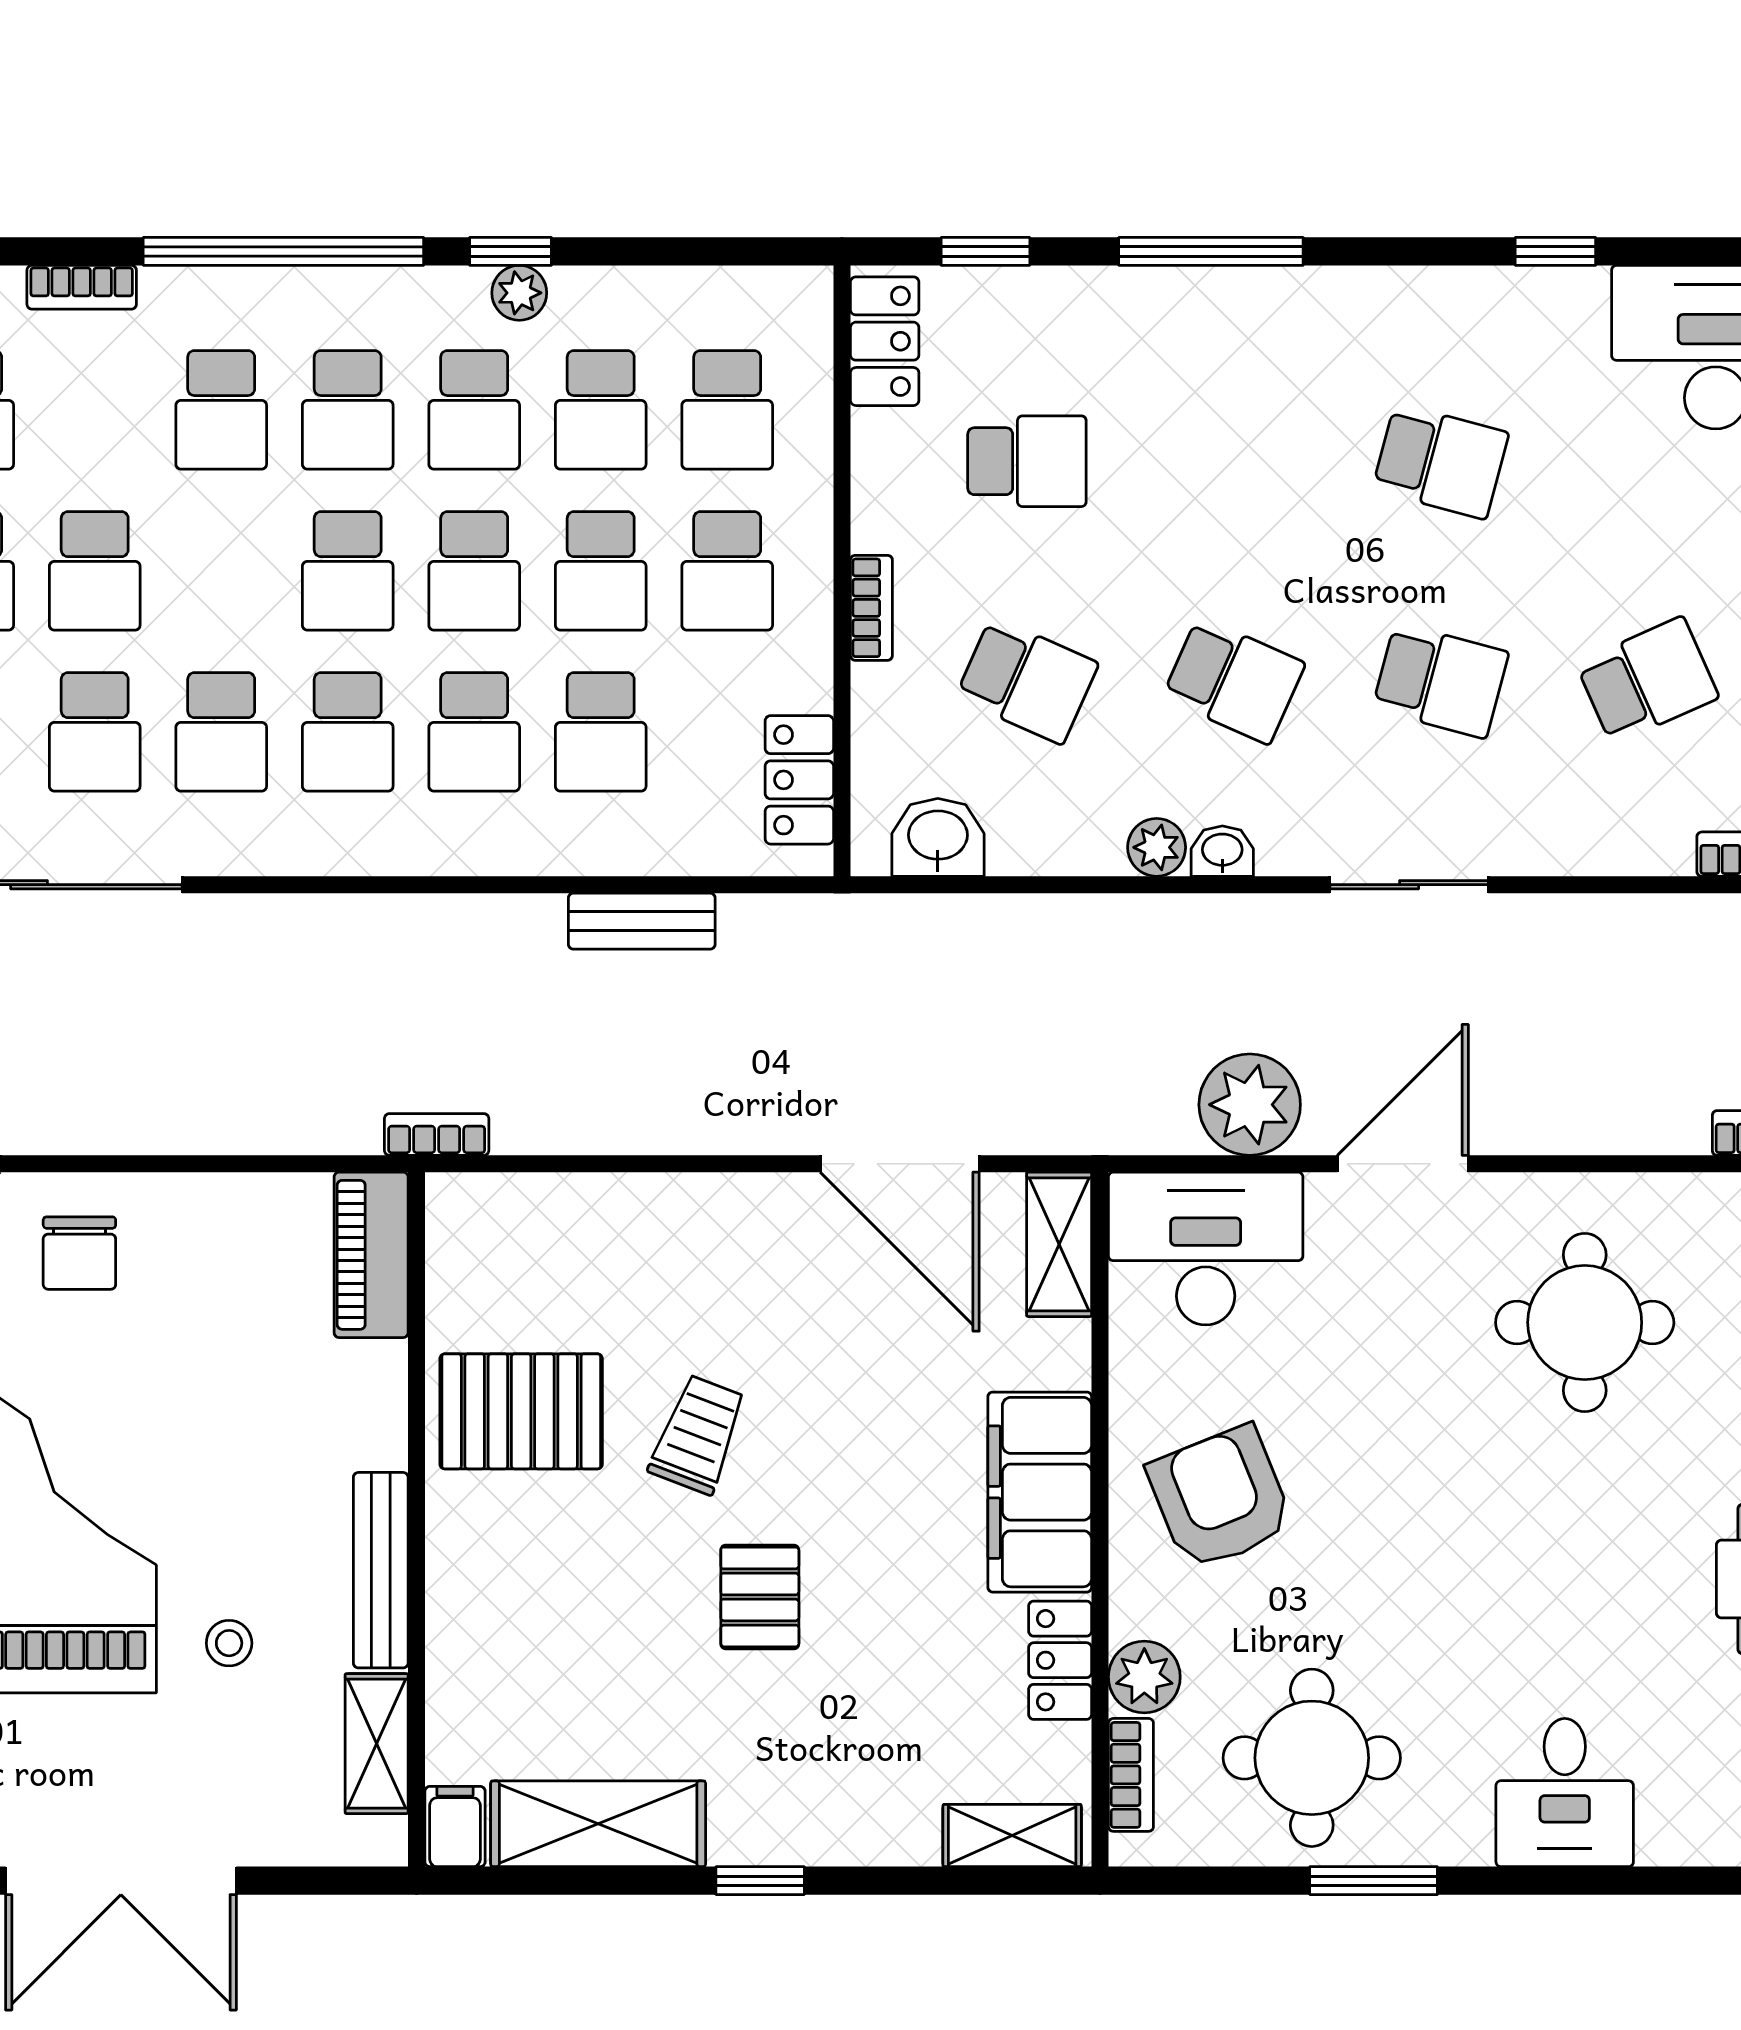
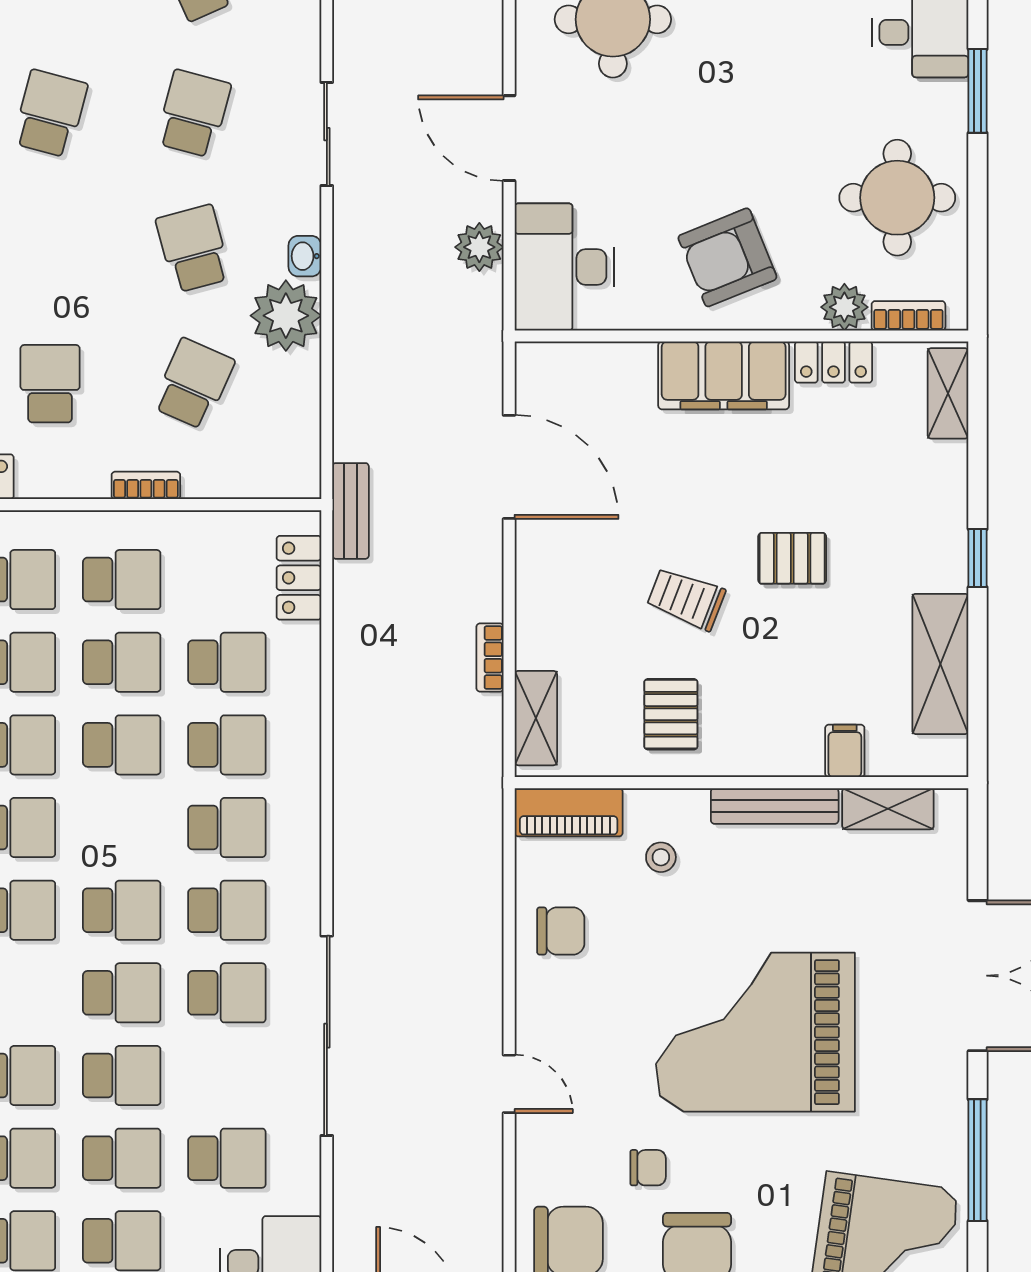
school desk: (348, 571) -> (122, 910), moved
school desk: (1234, 680) -> (193, 249), turned -39
locker: (799, 780) -> (299, 578), moved, turned 90
washbasin: (938, 837) -> (296, 442), removed
plant: (1157, 847) -> (286, 316), width x1.87, depth x1.87
bench: (642, 921) -> (351, 511), moved
plant: (1250, 1105) -> (479, 247), width x0.73, depth x0.73
bookcase: (437, 1134) -> (490, 658), moved
door: (900, 1164) -> (509, 467), hinge flipped
shelving: (1059, 1244) -> (536, 718), moved, turned 90
chair: (79, 1253) -> (561, 931), moved
pallet: (521, 1411) -> (671, 714), width x0.67, depth x0.71
stool: (229, 1643) -> (661, 857), moved
filing cabinet: (455, 1827) -> (845, 751), moved, turned 90
window: (1374, 1881) -> (978, 91), moved

